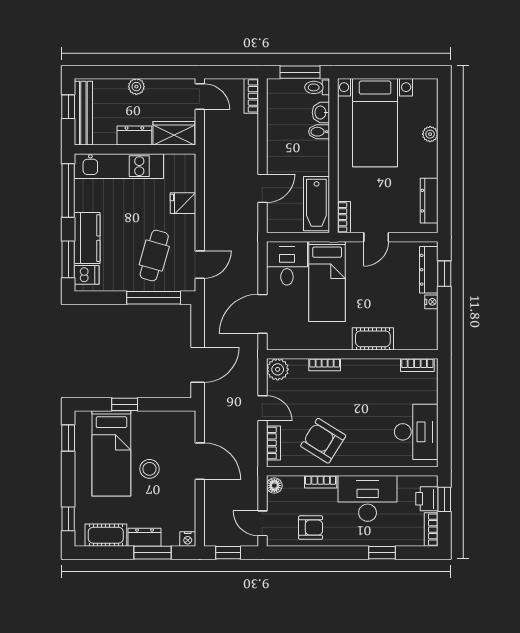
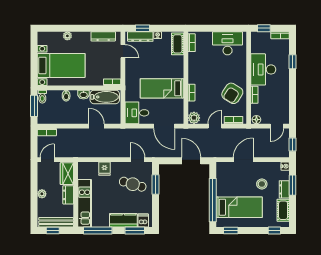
washbasin: (321, 112) -> (84, 95), moved
door: (376, 237) -> (123, 51), moved
bed: (327, 282) -> (162, 88), moved, turned 180
window: (154, 298) -> (155, 185), width x0.69
cot: (373, 339) -> (178, 44), moved
window: (125, 404) -> (213, 200), width x3.17
stool: (149, 469) -> (262, 184), moved
printer: (427, 499) -> (264, 38), removed
armchair: (311, 528) -> (279, 100), removed

